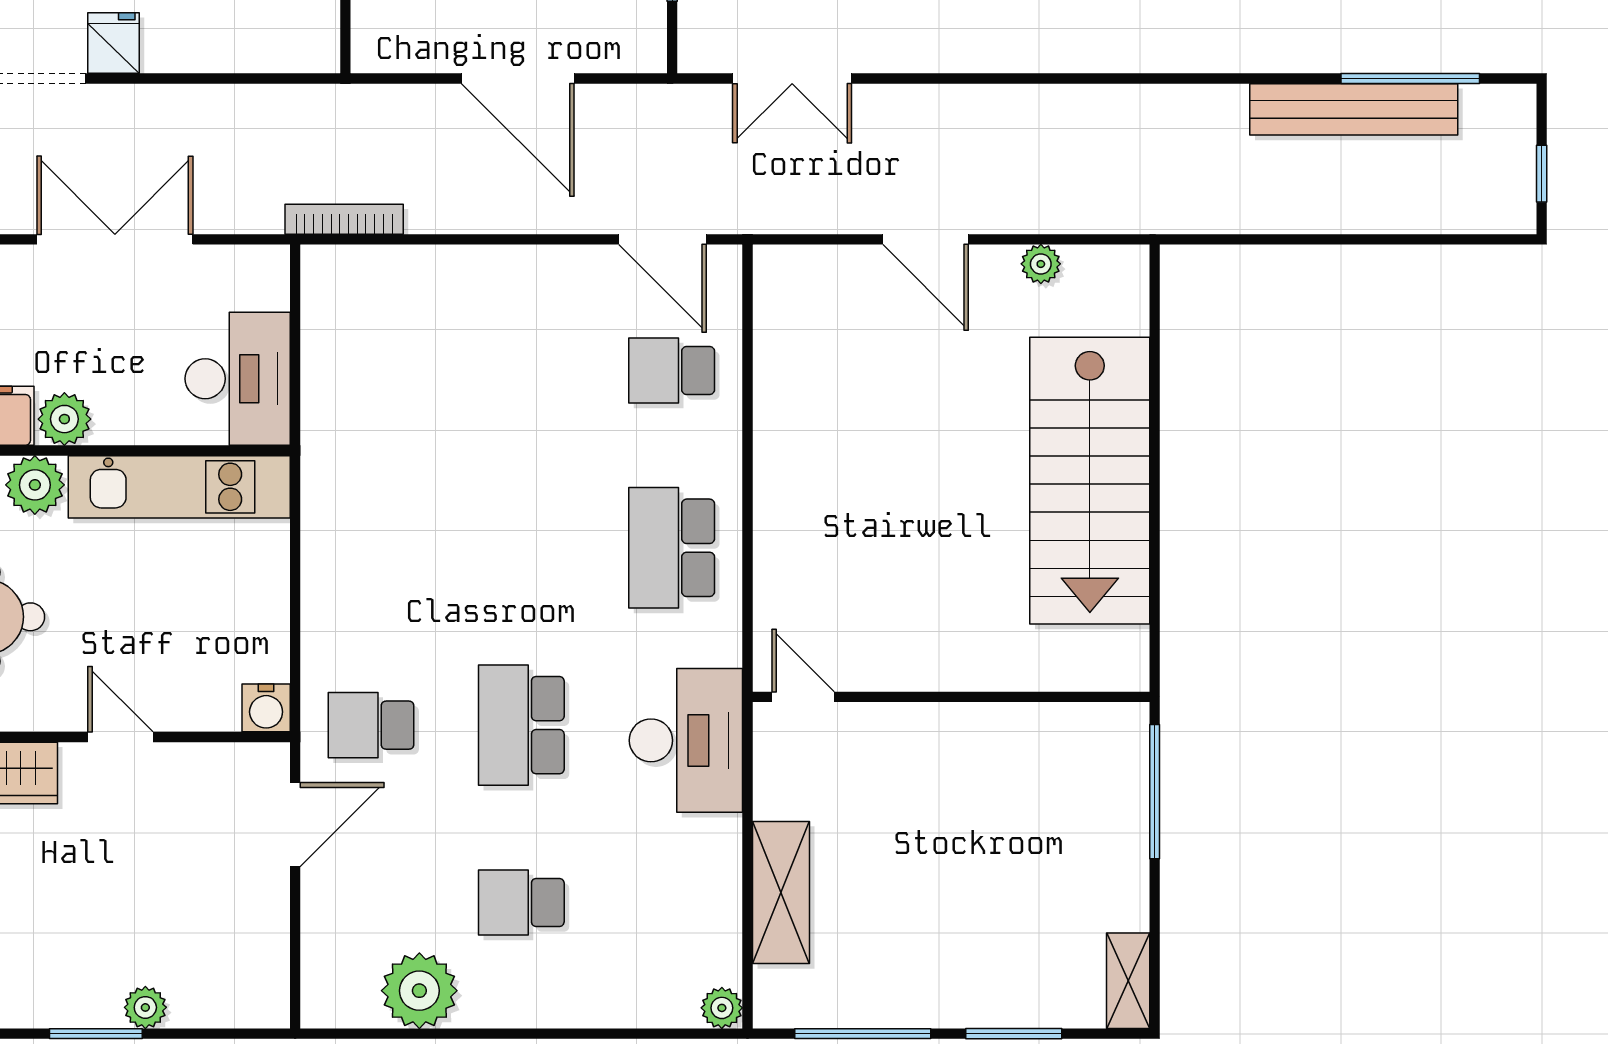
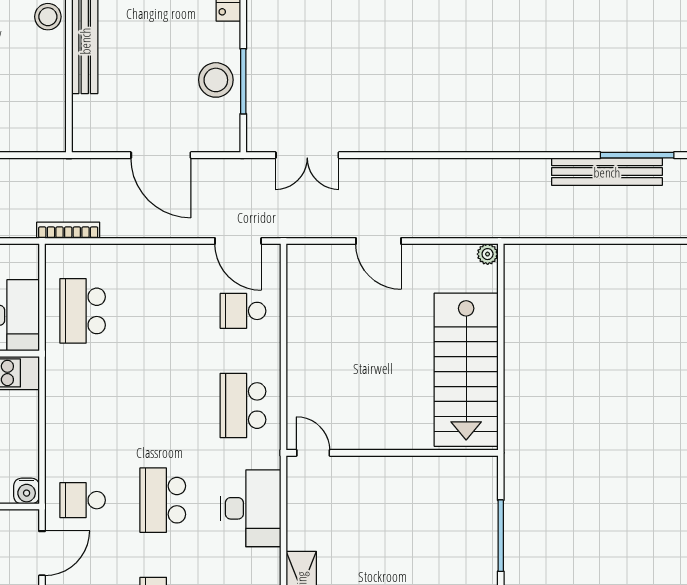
plant: (1041, 264) -> (488, 254), moved
school desk: (371, 370) -> (83, 311), added
door: (803, 697) -> (313, 453), moved
wall: (951, 697) -> (392, 453), moved

